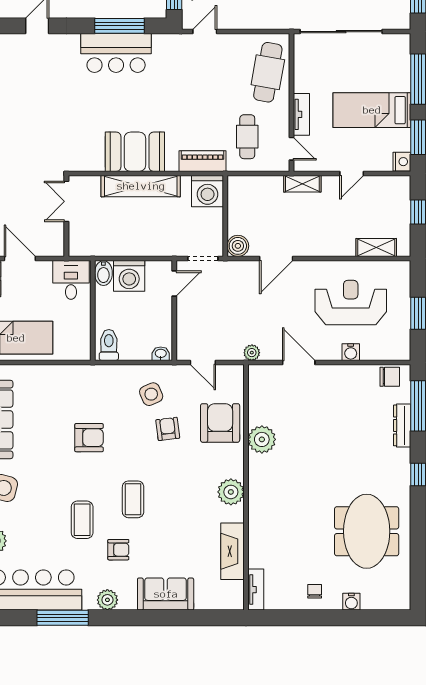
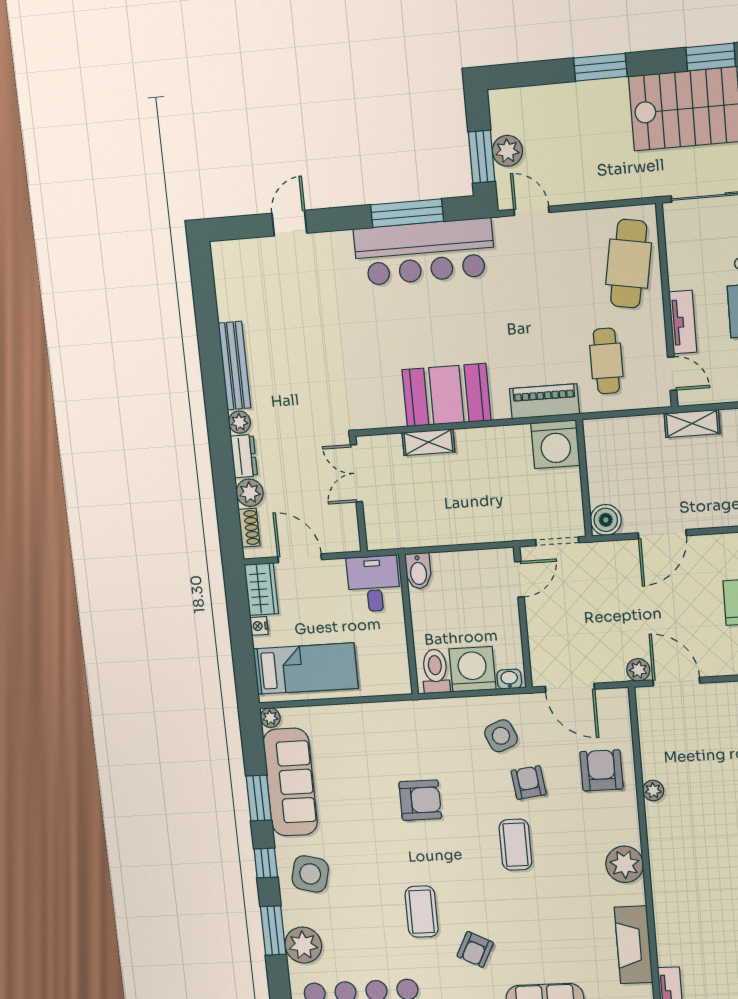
door: (205, 32) -> (531, 211), hinge flipped
bar counter: (116, 53) -> (424, 252), width x1.36
shelving: (141, 186) -> (428, 442), width x0.45, depth x0.75
washing machine: (129, 276) -> (472, 669), moved, turned 180
door: (203, 363) -> (570, 688), width x1.38
door: (299, 363) -> (676, 682), moved
armchair: (220, 423) -> (601, 770), width x0.73, depth x0.73
plant: (262, 439) -> (653, 790), width x0.53, depth x0.53
coffee table: (133, 499) -> (515, 845), moved
armchair: (118, 550) -> (475, 949), turned 117

